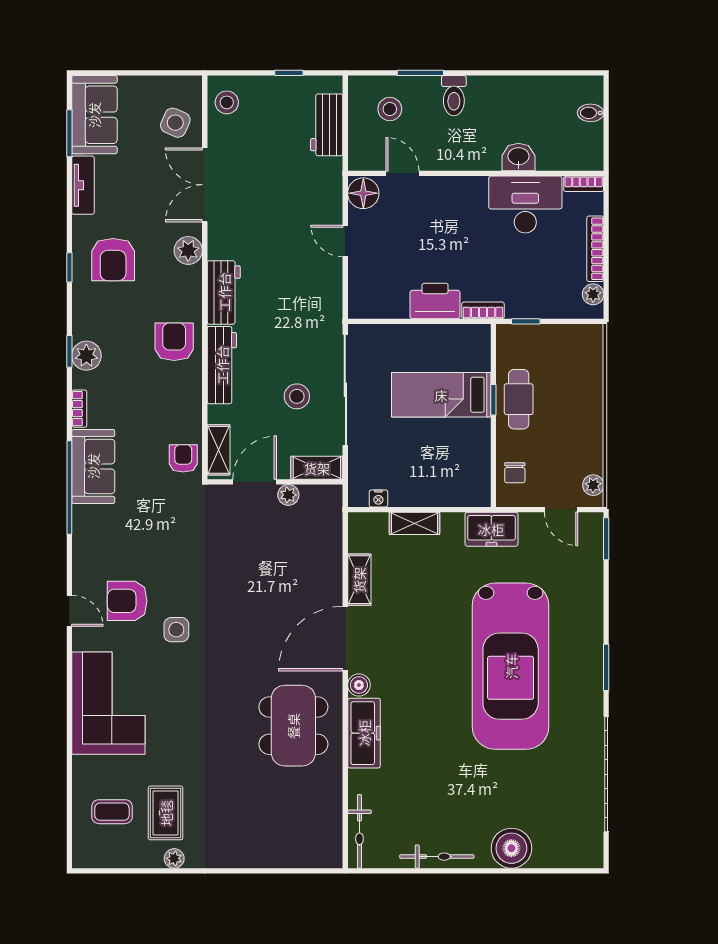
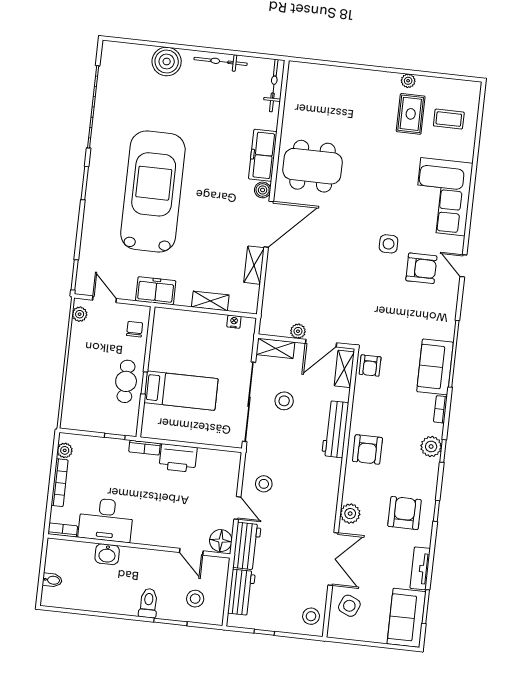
stool: (312, 278) -> (264, 484), added
workbench: (224, 292) -> (247, 546), moved, turned 180
dining table: (293, 726) -> (313, 166), turned 90

